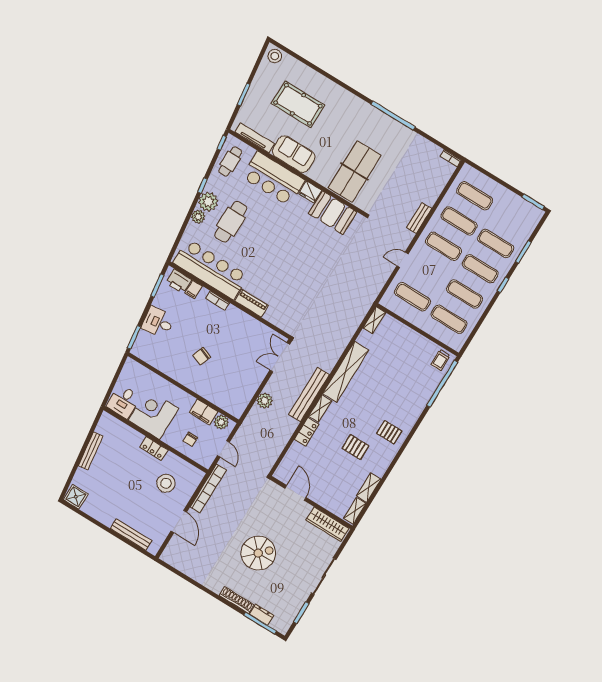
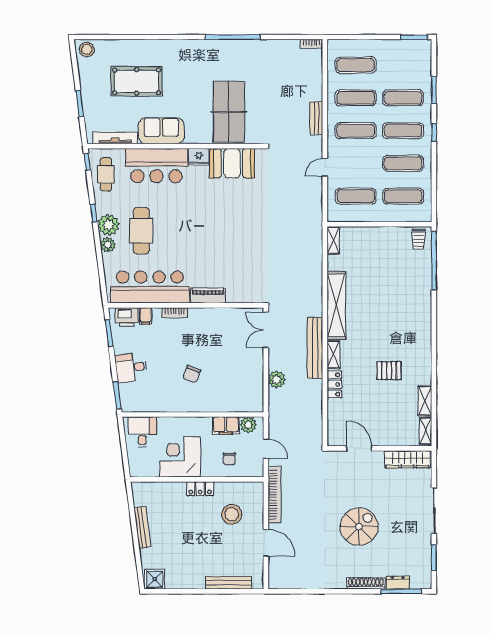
desk: (123, 402) -> (142, 432), moved, turned 180
pallet: (389, 432) -> (412, 337), removed

